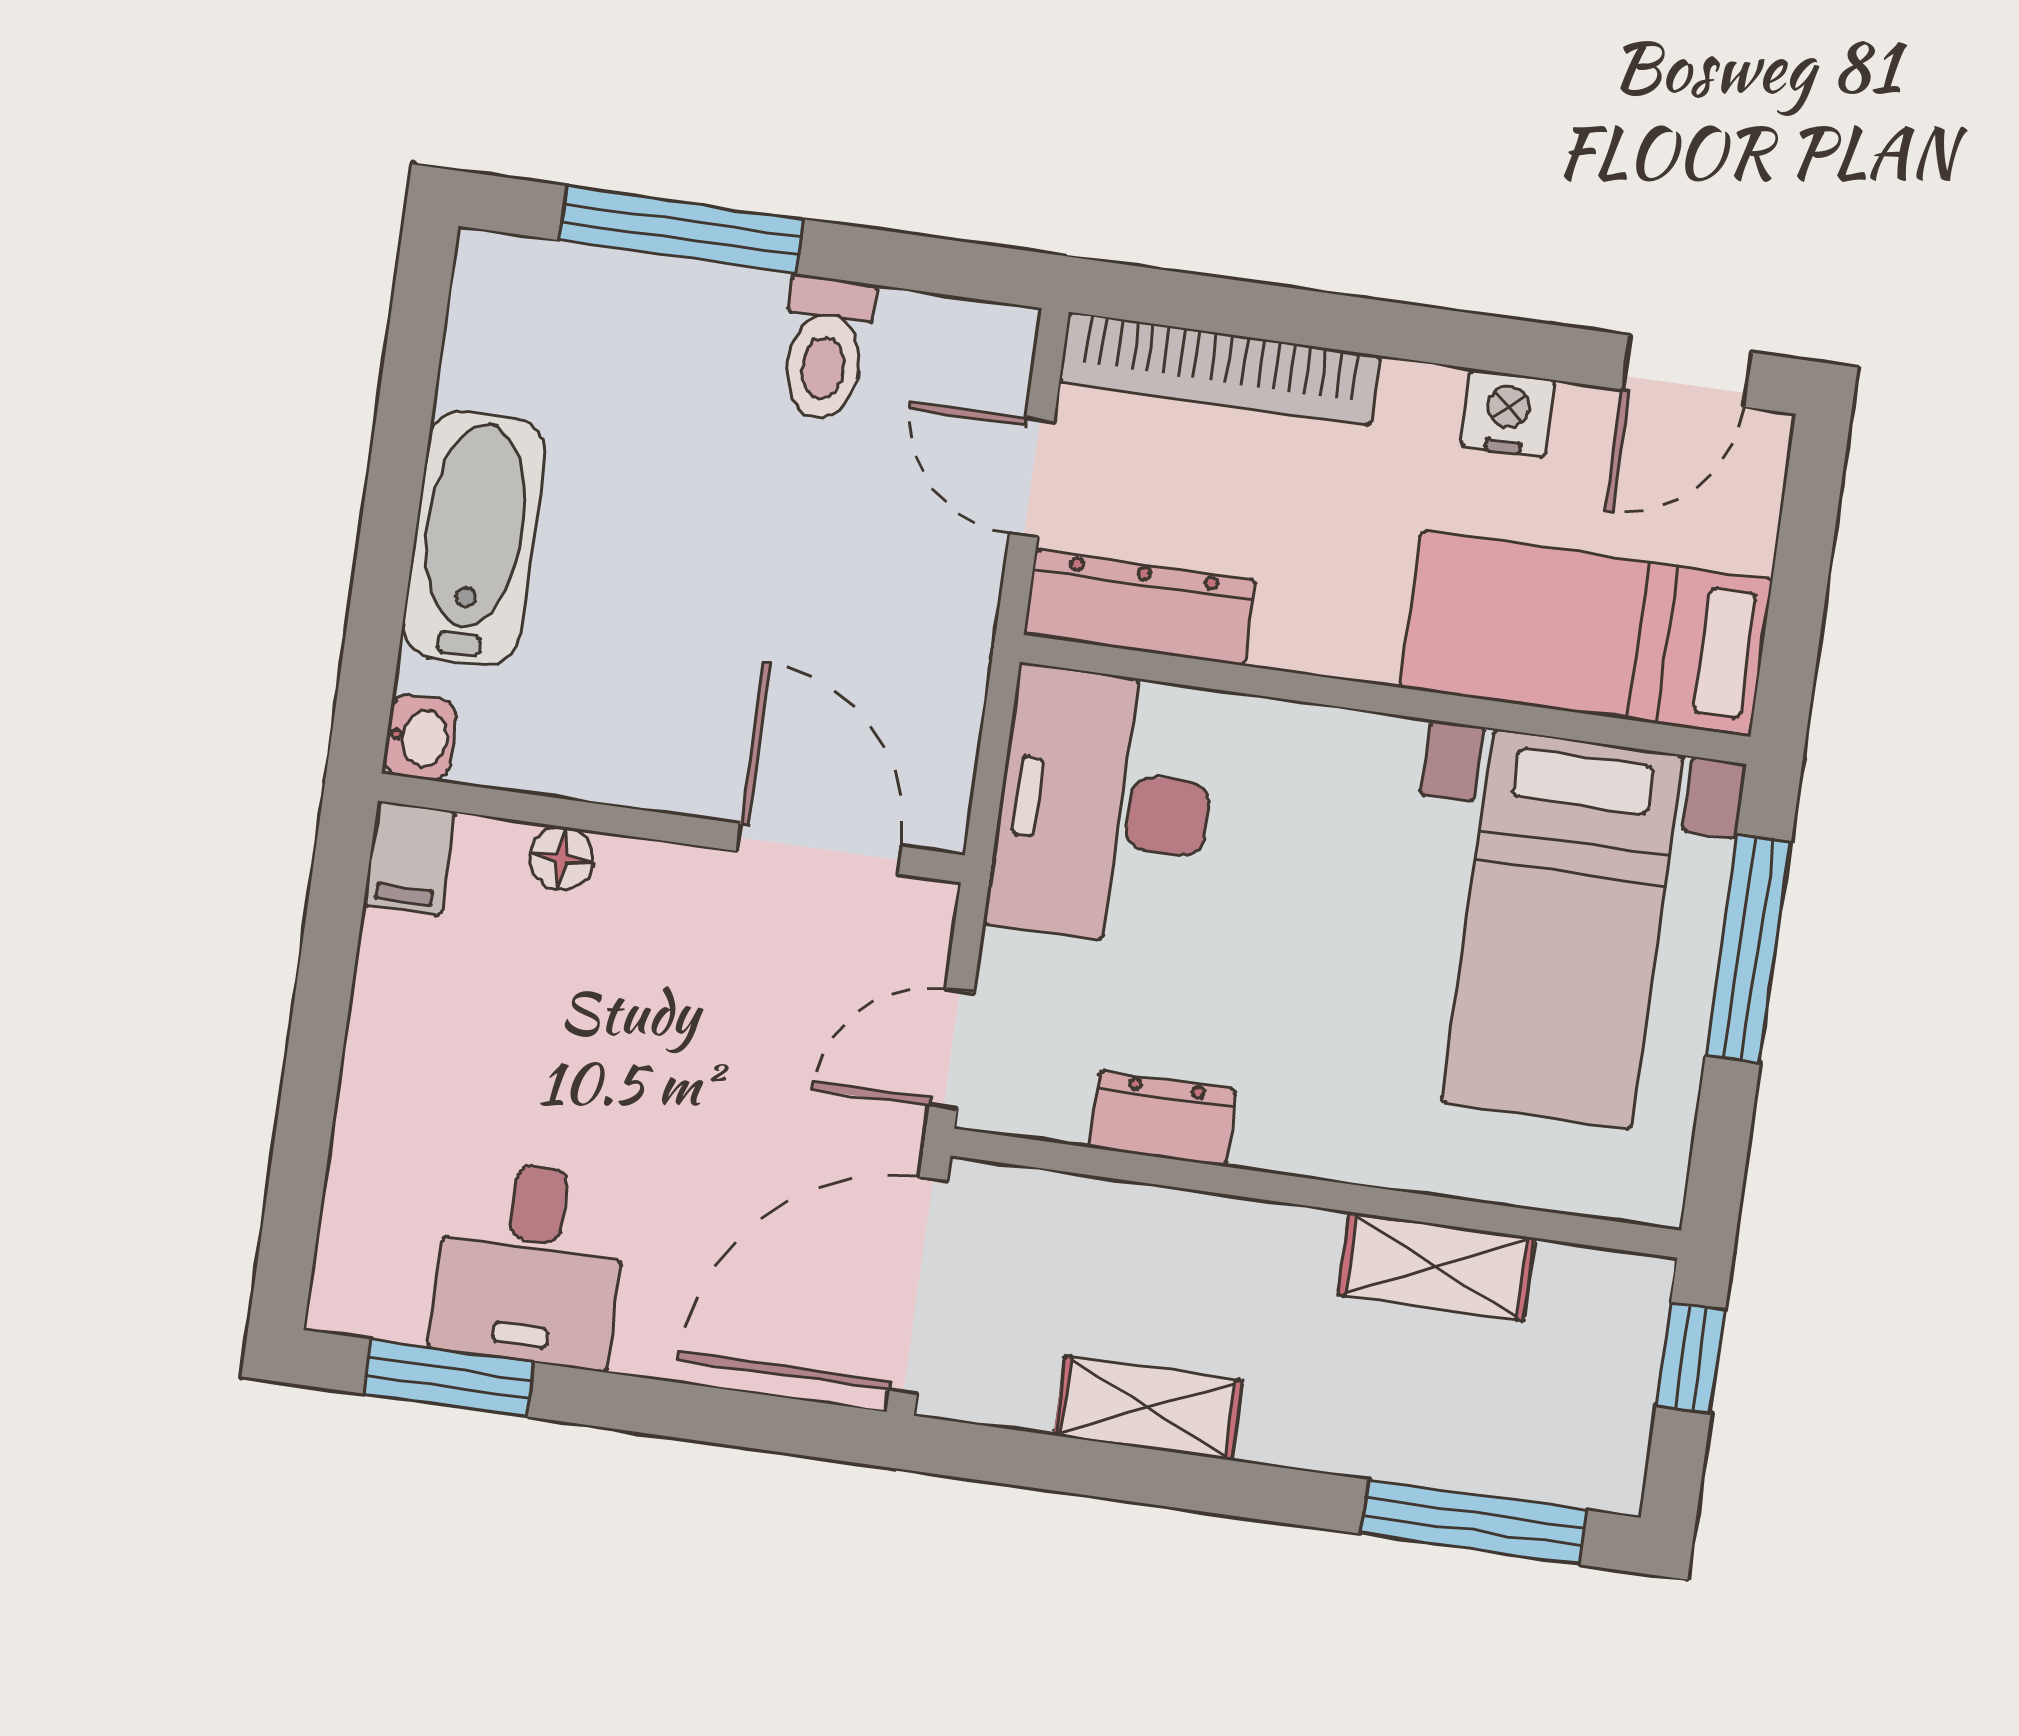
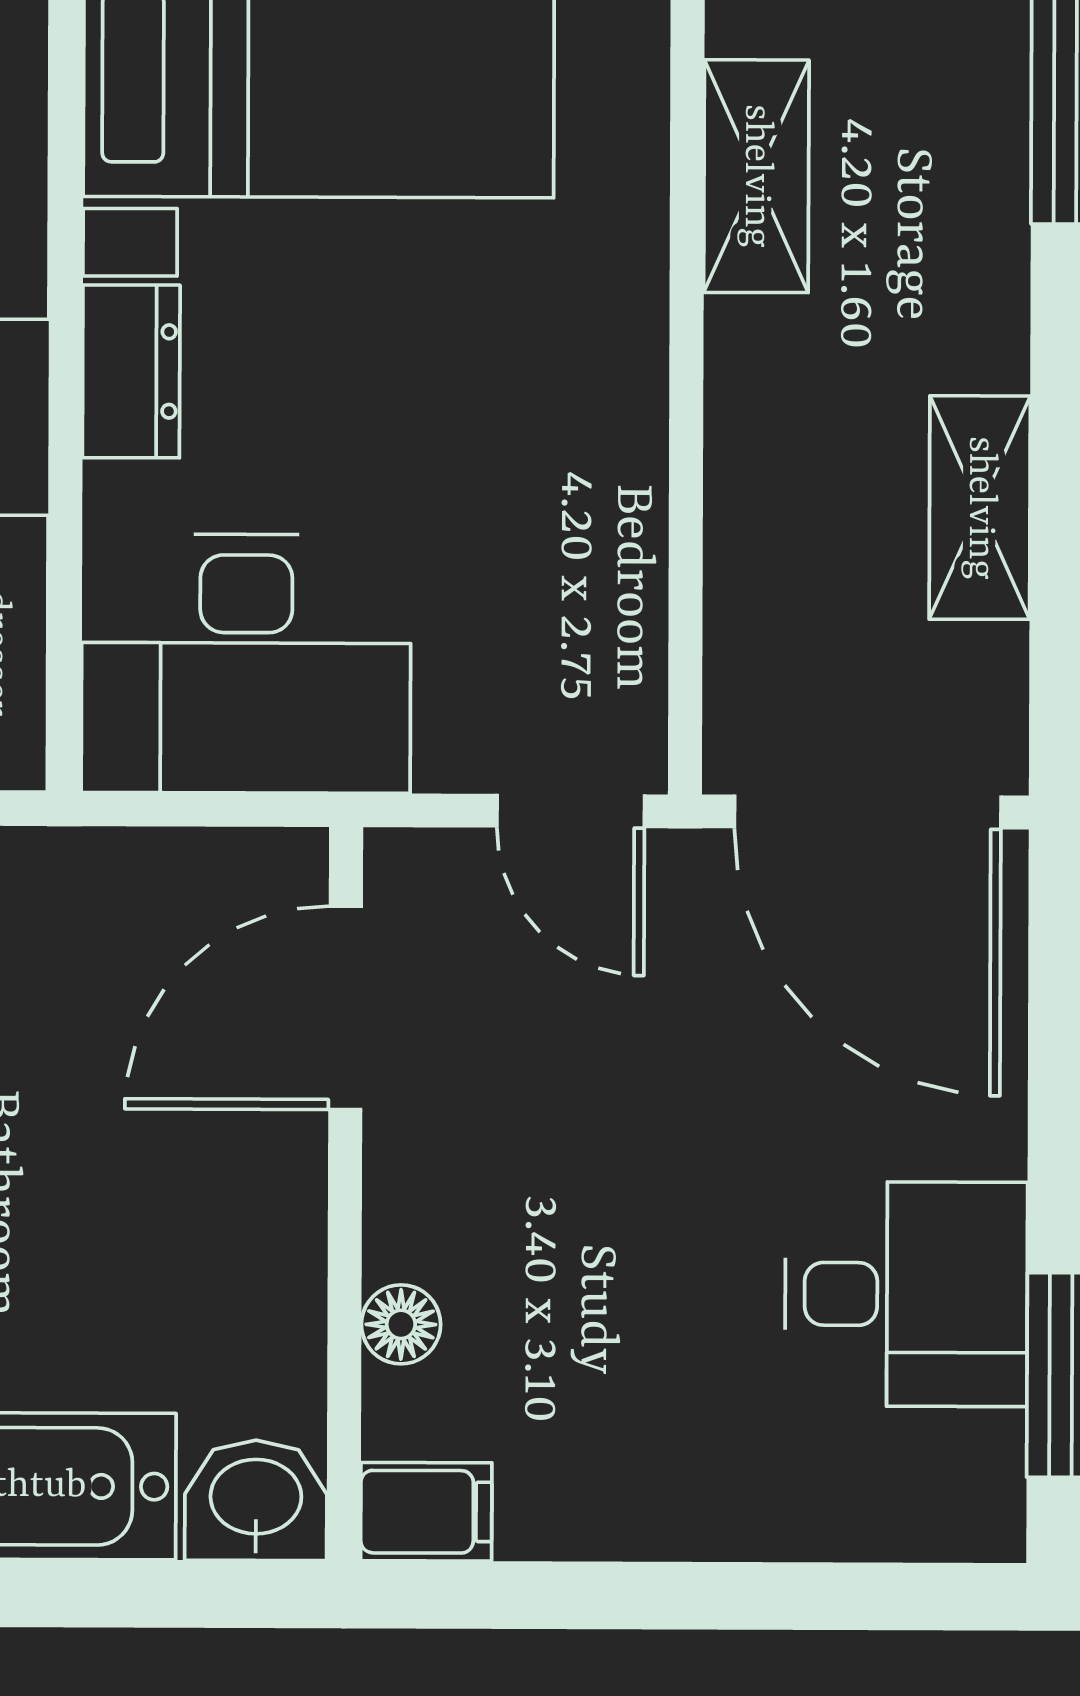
washbasin: (420, 737) -> (256, 1500), width x1.38, depth x1.45
dresser: (1162, 1118) -> (131, 371), moved, turned 180

